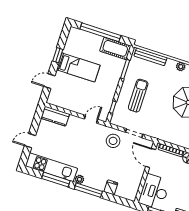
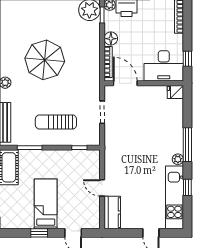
door: (91, 119) -> (102, 188), moved
stool: (113, 141) -> (119, 134), removed
door: (151, 158) -> (125, 83), swing flipped
window: (56, 180) -> (187, 187), width x0.46
fridge: (111, 187) -> (175, 92), moved

